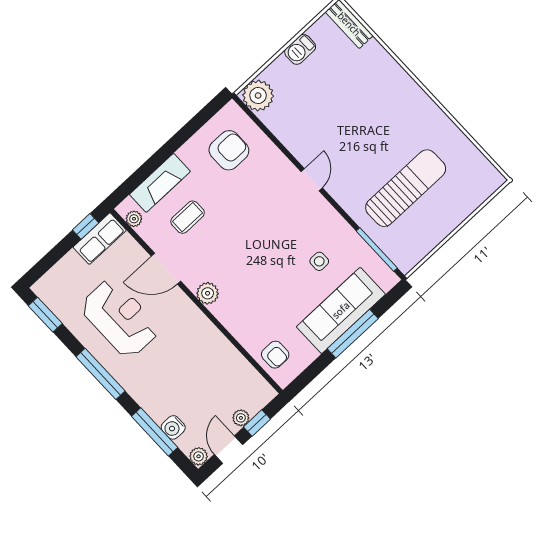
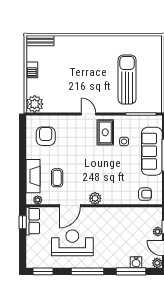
rug: (308, 225) -> (105, 132), added

